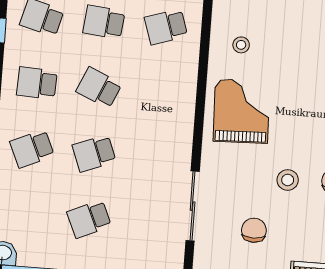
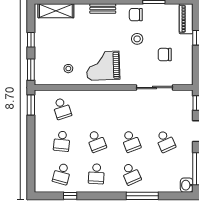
school desk: (99, 88) -> (96, 141), turned -45

